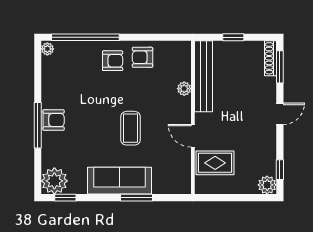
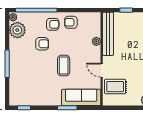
armchair: (54, 120) -> (42, 44), moved
plant: (54, 181) -> (17, 30), moved
sofa: (119, 181) -> (81, 97), moved

